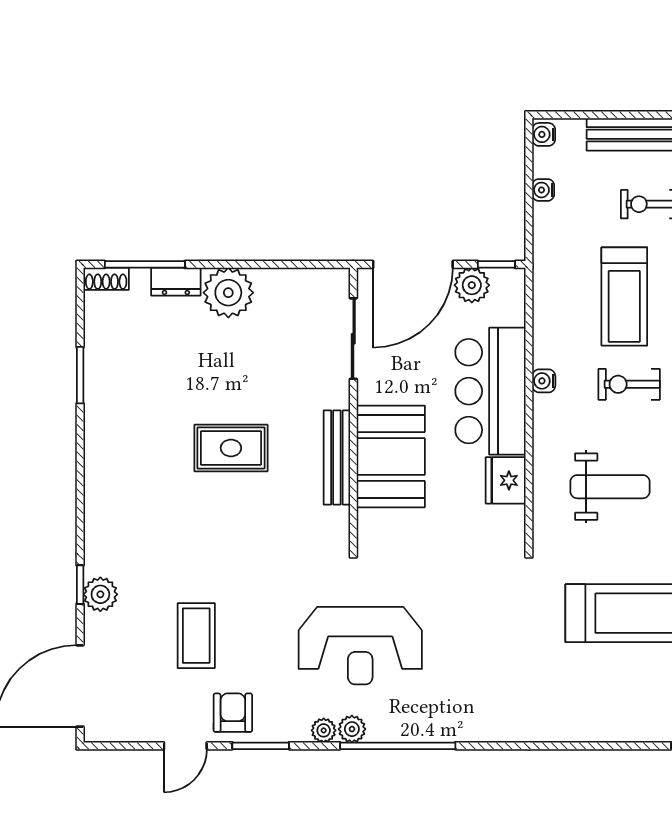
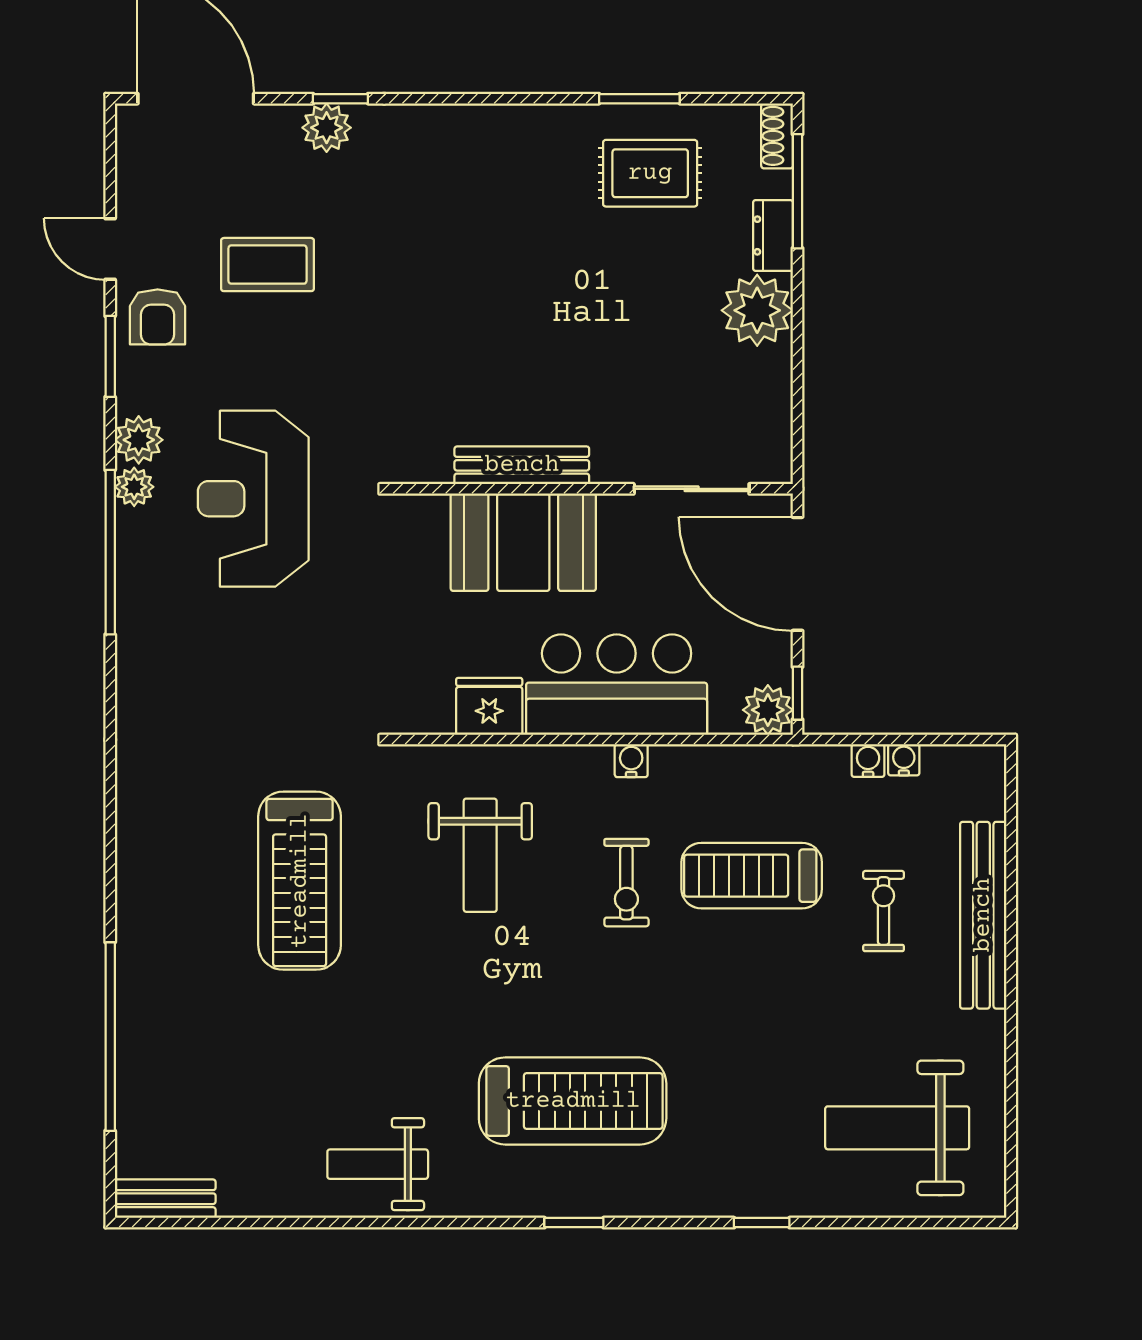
water cooler: (544, 134) -> (868, 761), moved
plant: (472, 285) -> (768, 710), moved
exercise bike: (629, 384) -> (626, 883), turned 180
rug: (231, 448) -> (650, 173), moved, turned 90
armchair: (233, 713) -> (158, 317), turned 90
plant: (324, 730) -> (139, 440), width x1.38, depth x1.38

